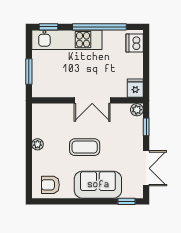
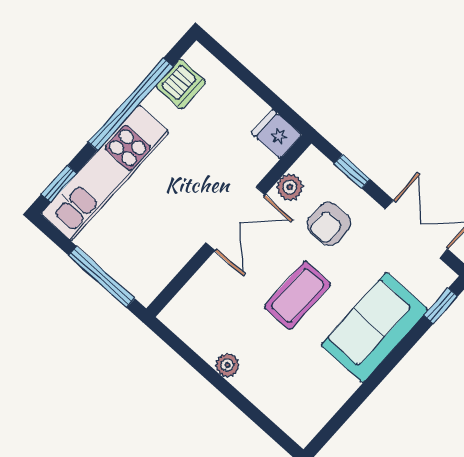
dishwasher: (135, 43) -> (181, 84), moved, turned -90
window: (29, 72) -> (102, 277), width x1.44
plant: (137, 110) -> (290, 187), moved
armchair: (50, 185) -> (329, 224), moved

